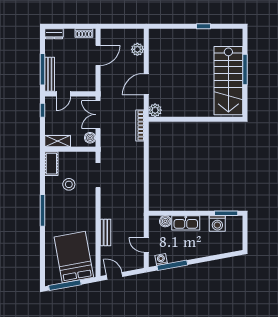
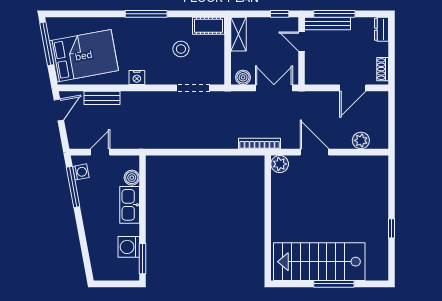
door: (98, 55) -> (353, 88), hinge flipped
nightstand: (90, 217) -> (137, 78), added
bench: (105, 233) -> (102, 98), moved

